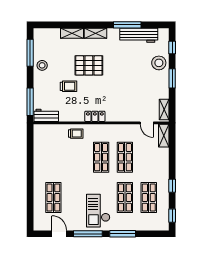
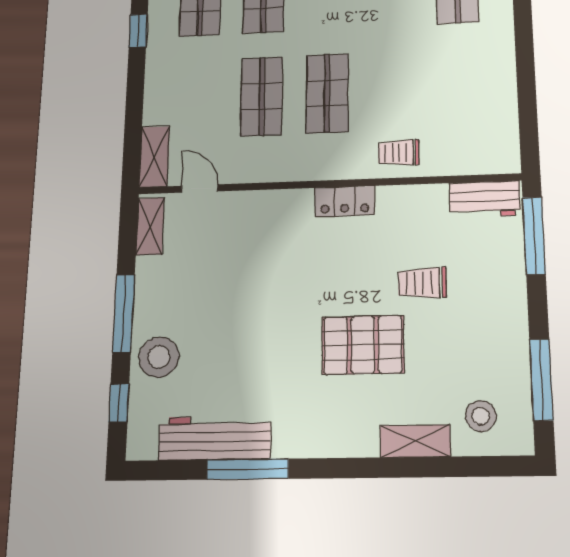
shelving: (95, 33) -> (344, 442), removed
stool: (42, 65) -> (481, 416), moved
window: (172, 78) -> (124, 314), width x1.44

